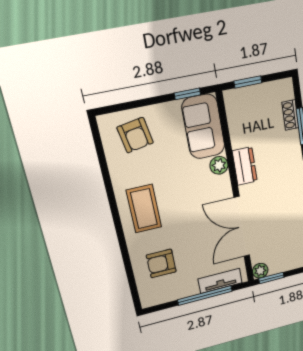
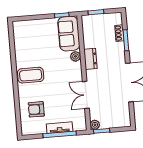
armchair: (135, 135) -> (31, 34), removed
coffee table: (144, 209) -> (31, 75), turned 90
double door: (242, 227) -> (86, 95), width x0.73
tv unit: (220, 281) -> (60, 128), moved

